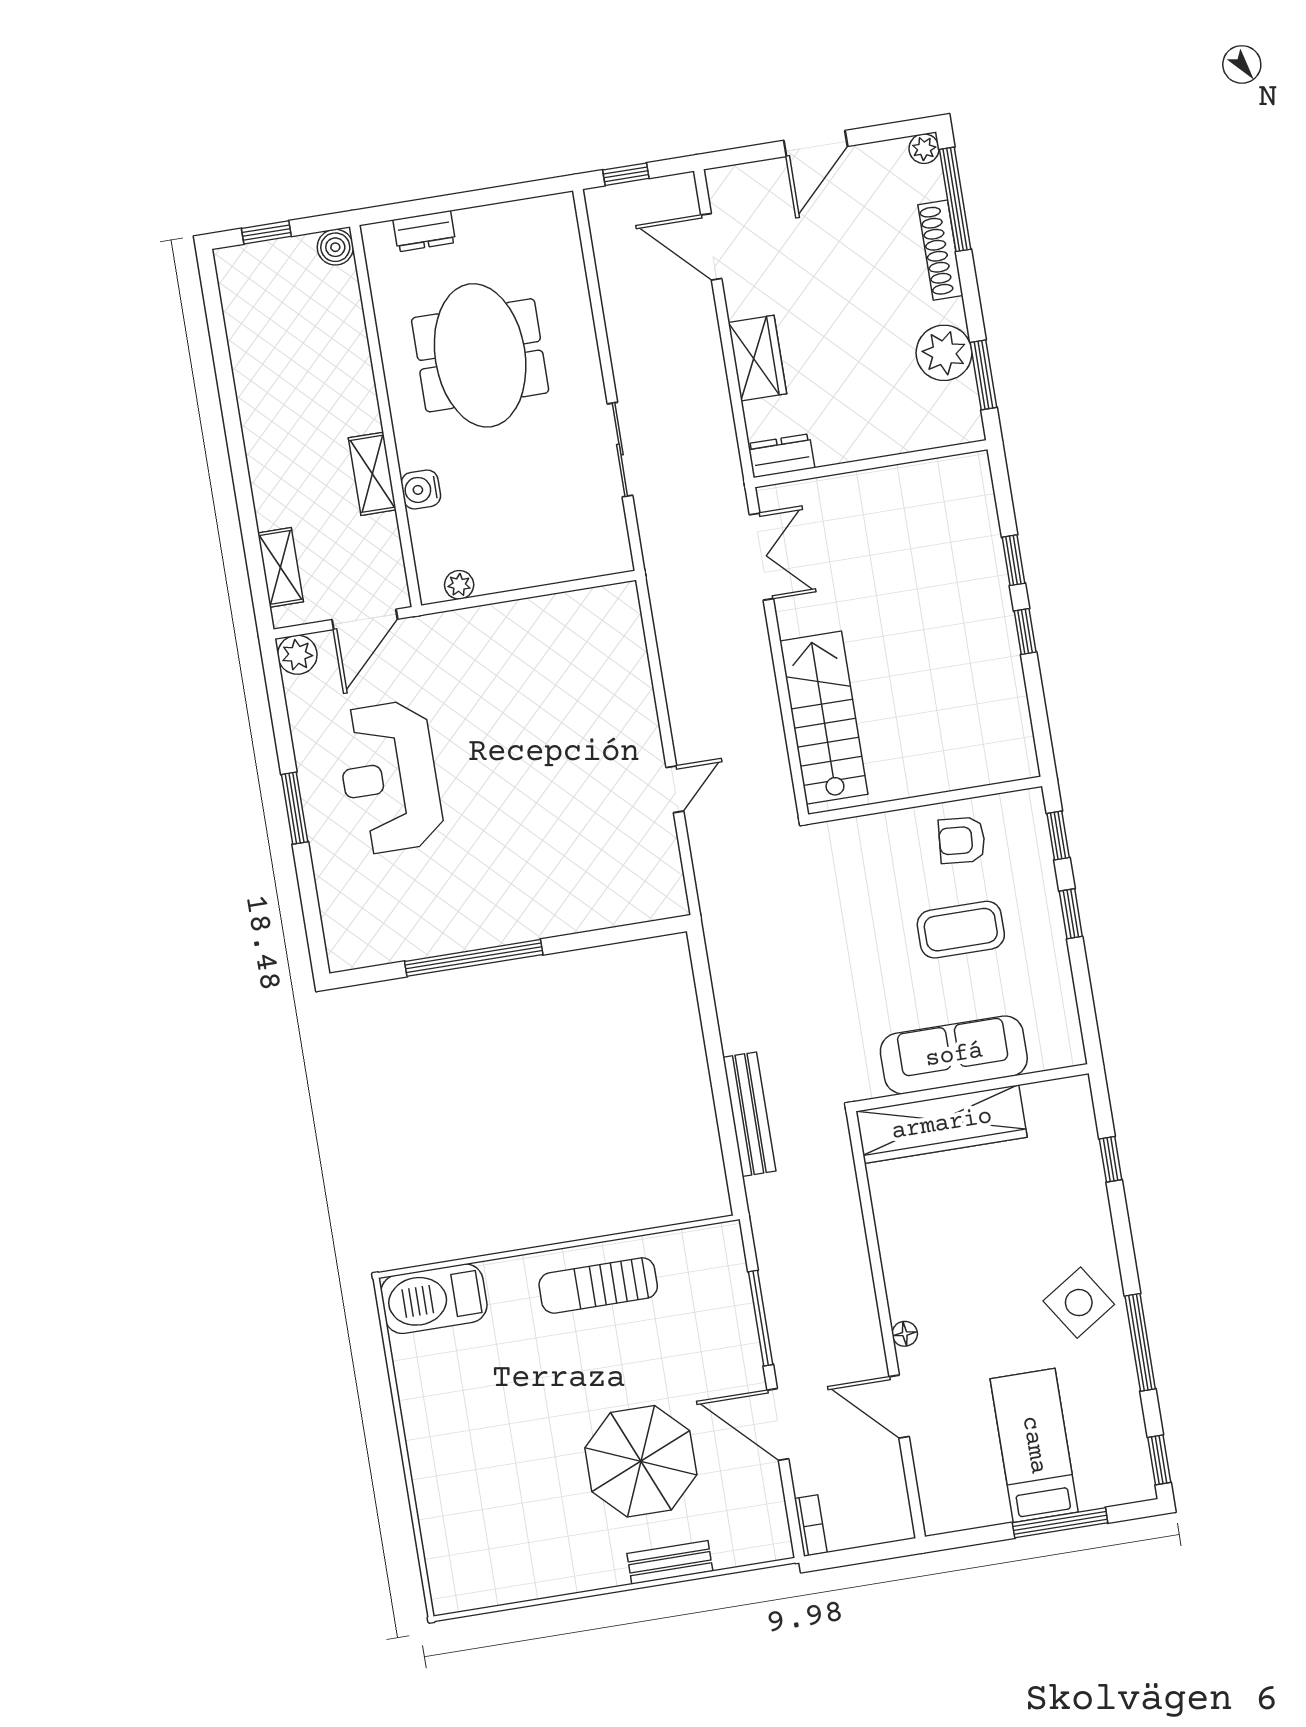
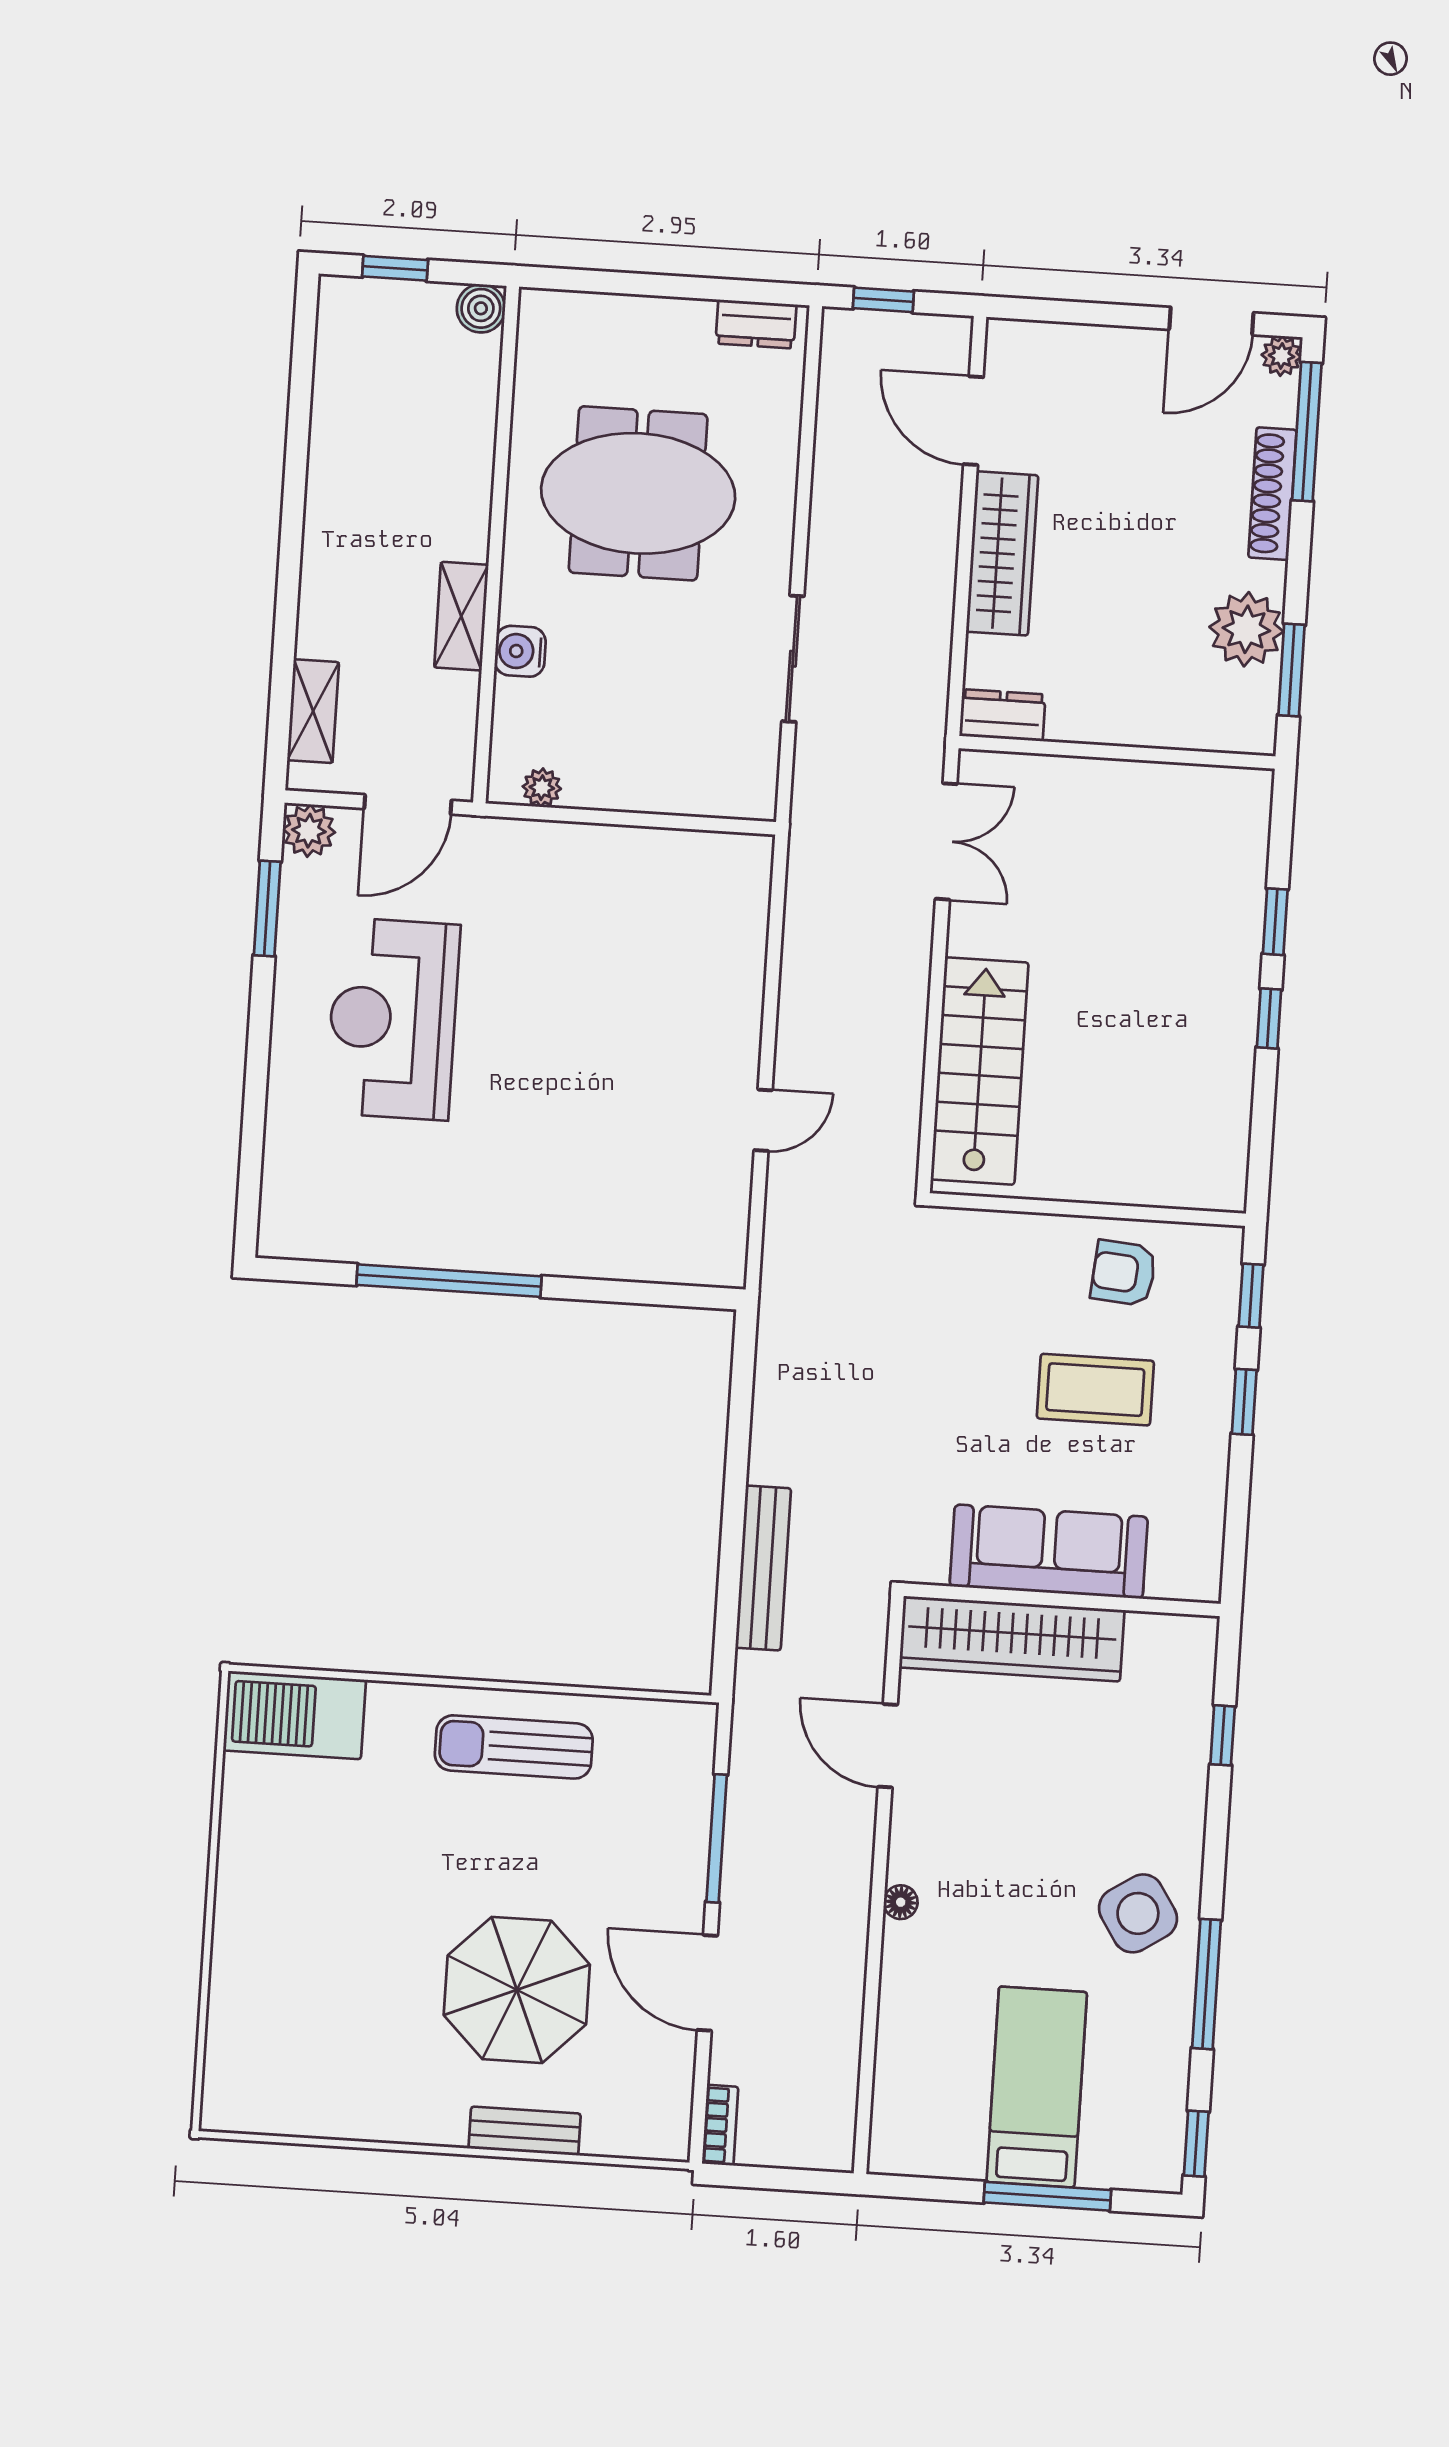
door: (816, 143) -> (1211, 321), moved
dresser: (424, 231) -> (756, 324), moved
meeting table: (480, 355) -> (638, 493), turned 90
wardrobe: (757, 358) -> (1002, 553), width x1.50
window: (295, 808) -> (267, 909), moved
door: (899, 1407) -> (888, 1746), moved

